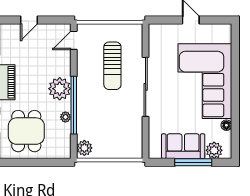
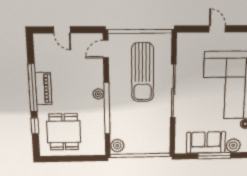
door: (29, 20) -> (62, 30), hinge flipped
sun lounger: (112, 66) -> (143, 72), width x1.36, depth x1.34
plant: (60, 89) -> (98, 94), width x0.53, depth x0.53
plant: (65, 117) -> (100, 119), removed

